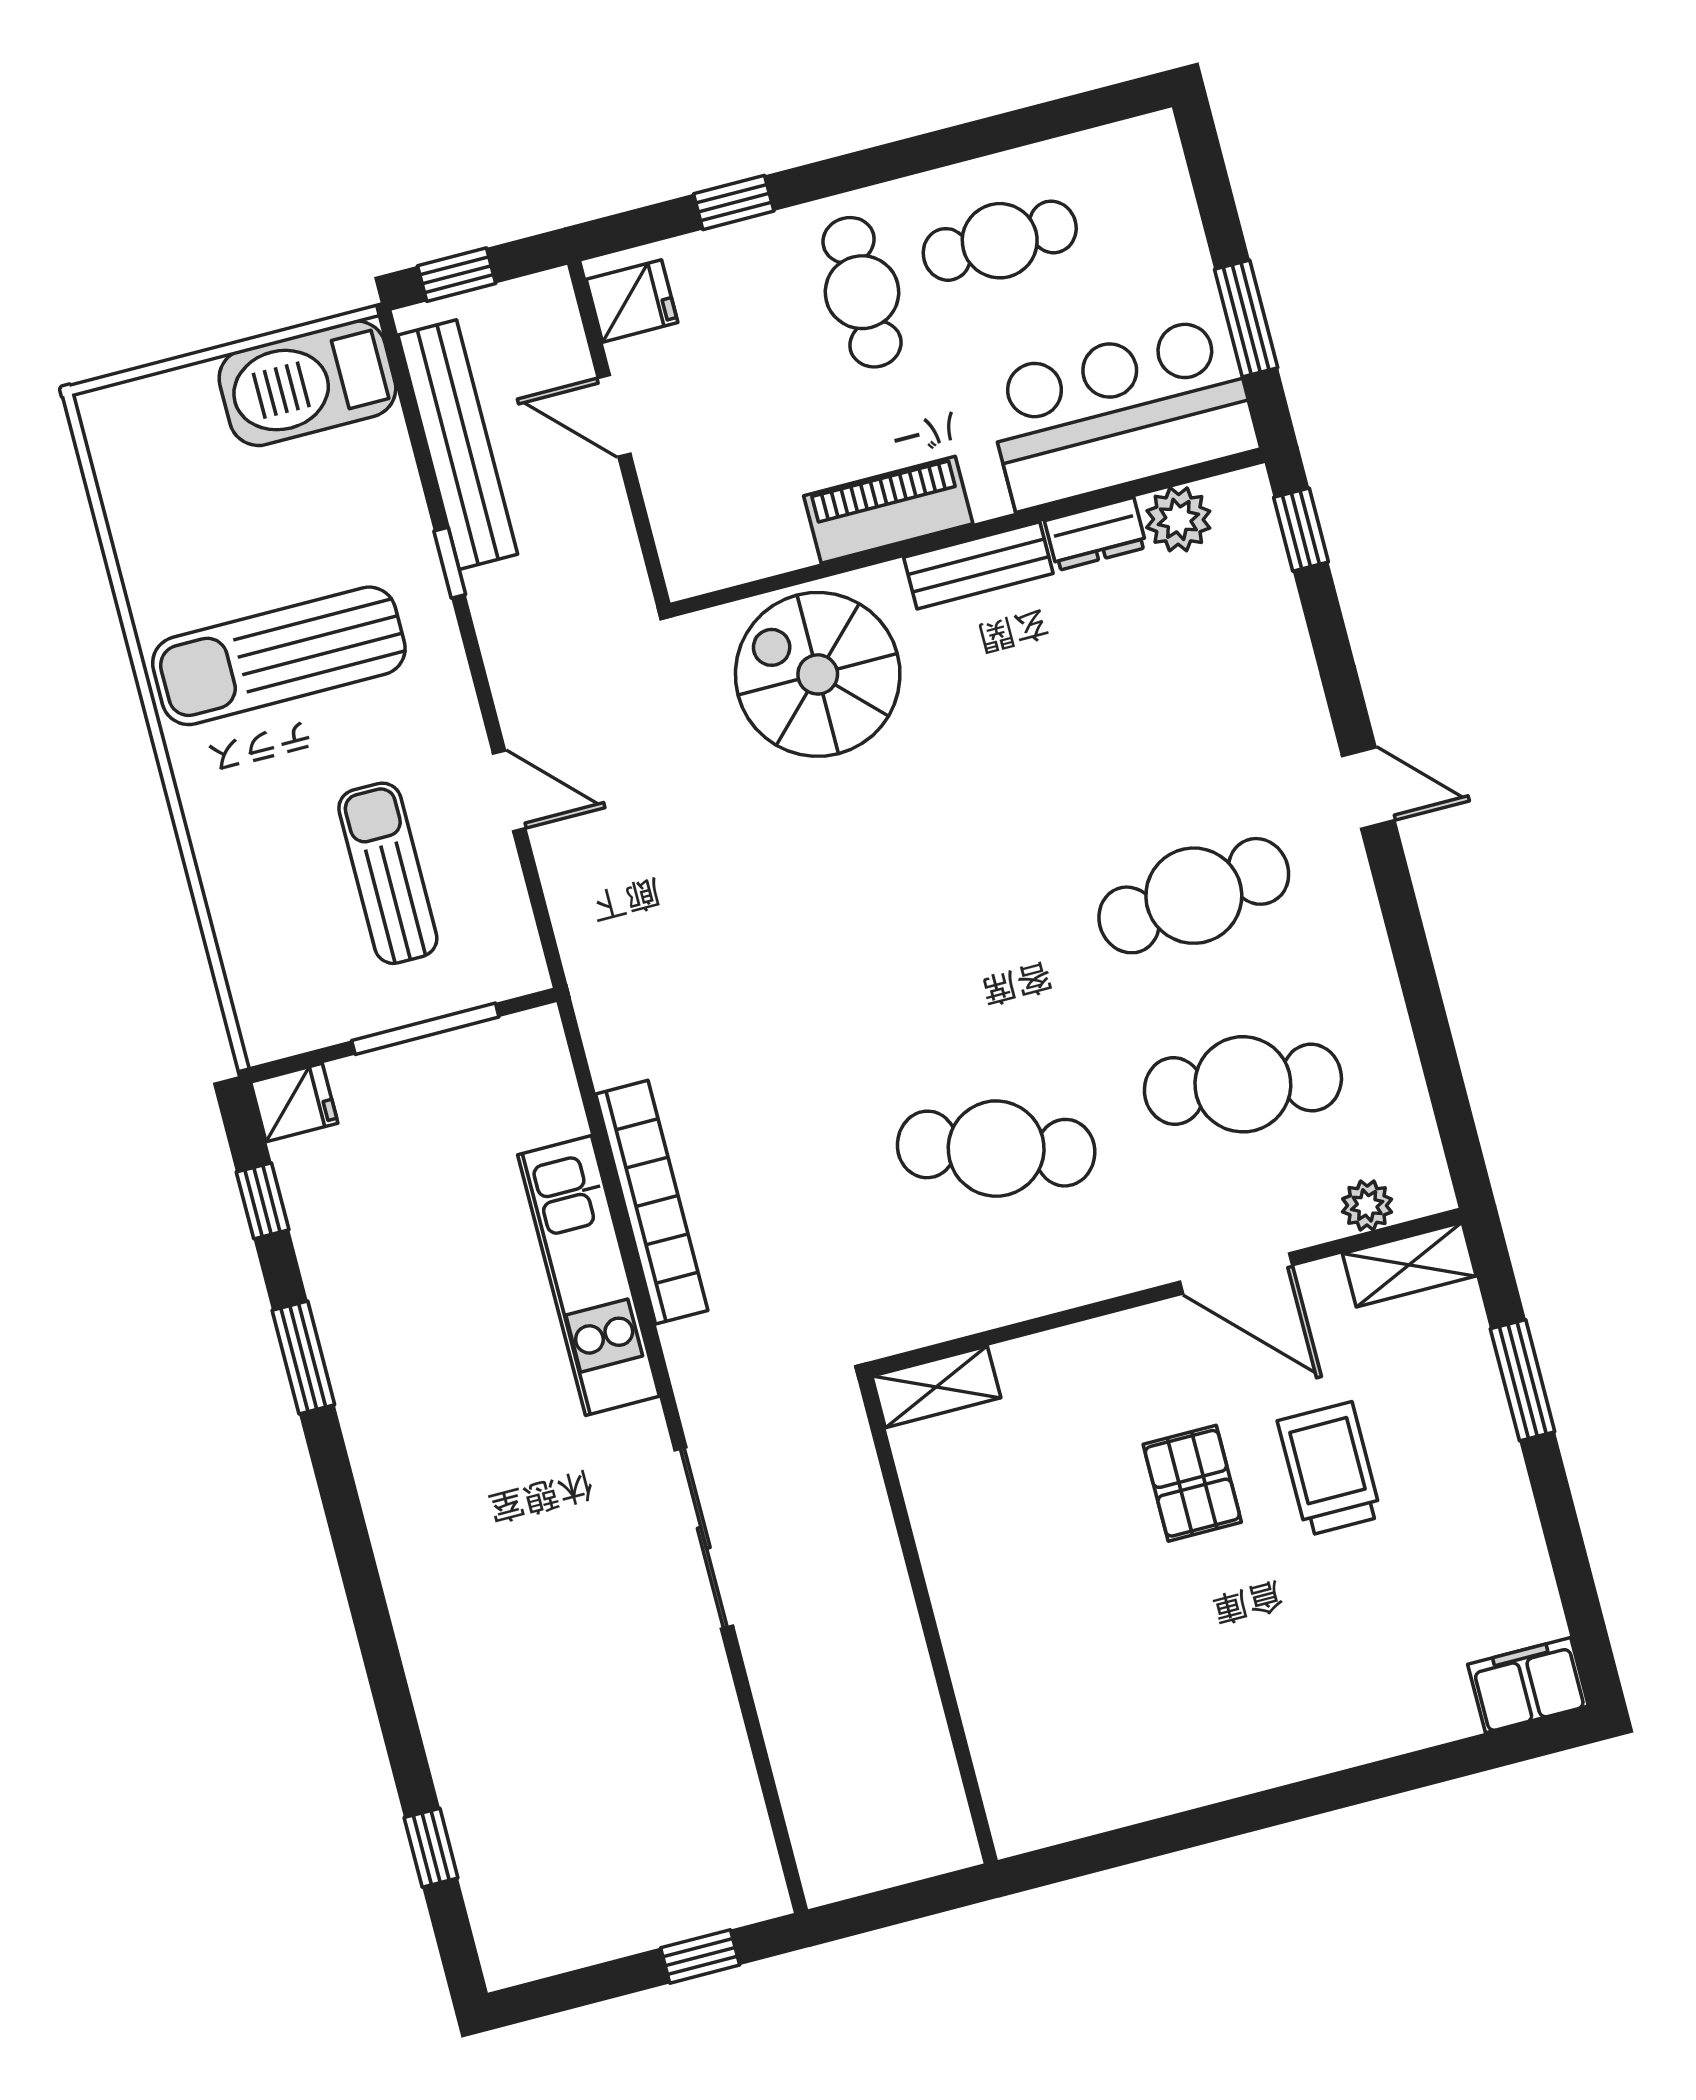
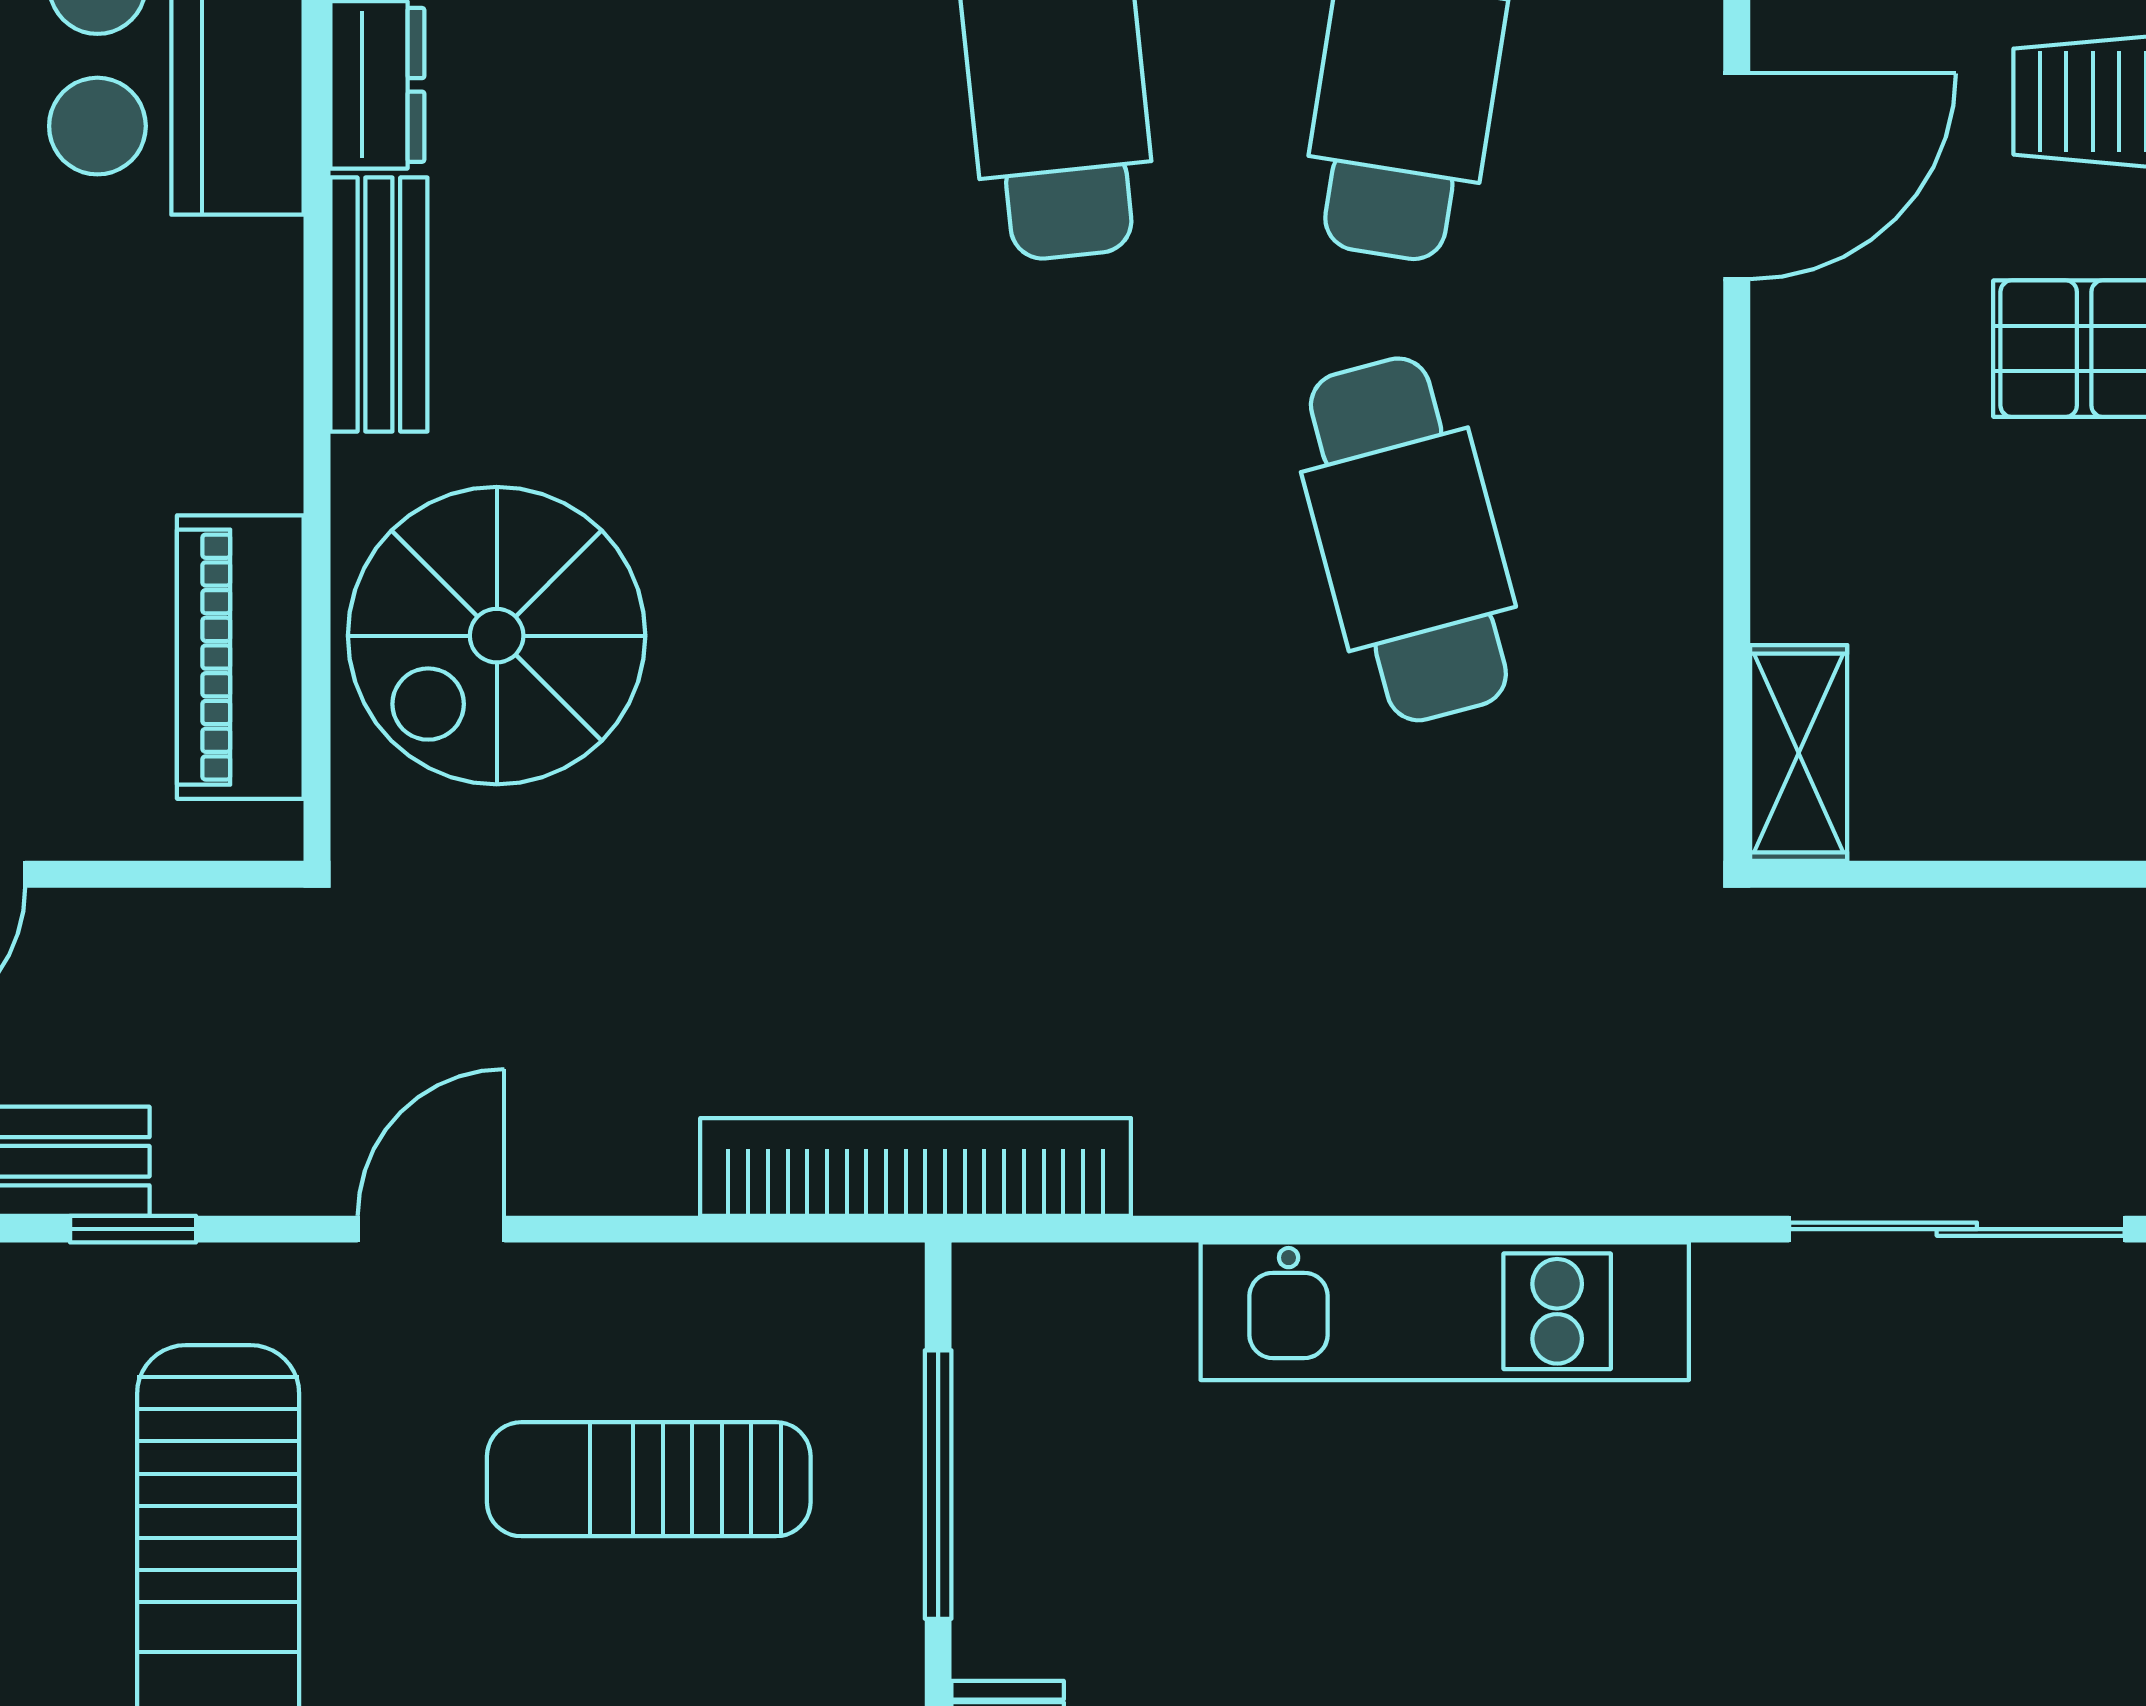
piano: (888, 510) -> (240, 657), moved
door: (509, 791) -> (431, 1229), moved
cafe table: (996, 1149) -> (1408, 539), turned -33
bookcase: (652, 1202) -> (916, 1167), moved

